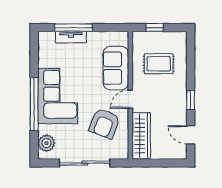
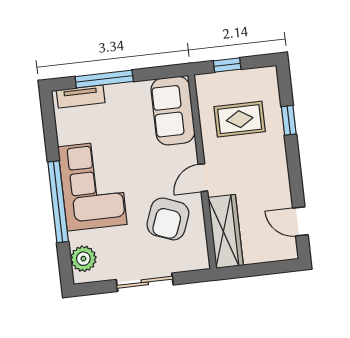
tv unit: (71, 37) -> (81, 96), moved
sofa: (116, 68) -> (173, 111), moved
window: (191, 100) -> (289, 120), moved
sliding door: (85, 163) -> (145, 282), width x0.73

